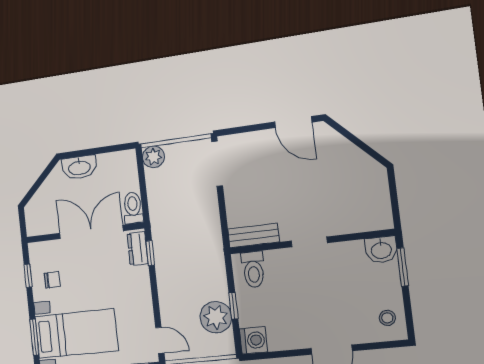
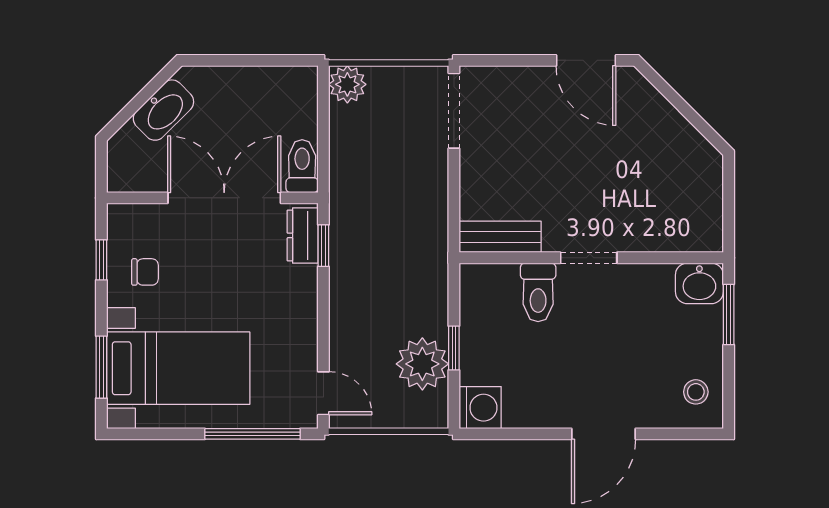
washbasin: (79, 167) -> (163, 110), moved, turned -45
toilet: (253, 270) -> (538, 292), moved

